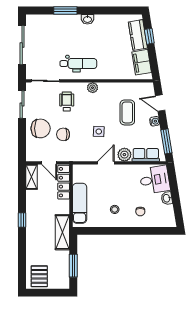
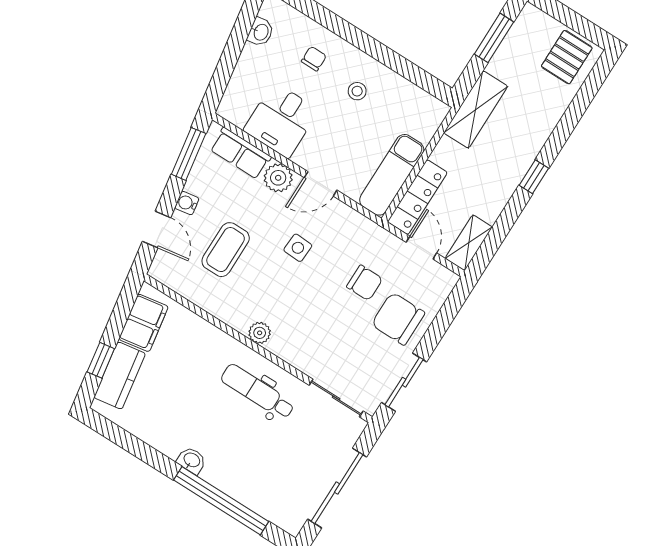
window: (65, 10) -> (221, 501), width x2.11
wheelchair: (67, 102) -> (321, 337), removed
desk: (155, 180) -> (281, 120), moved, turned -81
washbasin: (167, 198) -> (261, 32), moved
exam couch: (80, 203) -> (392, 175), moved

